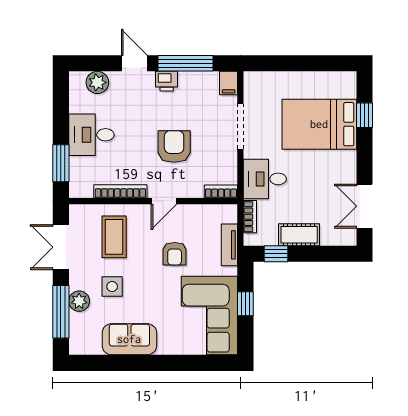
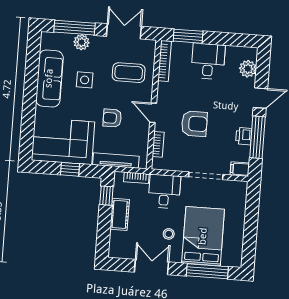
printer: (167, 81) -> (244, 136), moved
window: (364, 115) -> (207, 271), width x2.17
stool: (320, 169) -> (169, 234), added
bookcase: (120, 191) -> (165, 61), moved
bookcase: (221, 192) -> (158, 144), moved
double door: (364, 206) -> (152, 267), moved
tv unit: (229, 245) -> (116, 160), width x1.41
side table: (112, 287) -> (85, 80), moved
sofa: (129, 339) -> (49, 78), width x1.36

